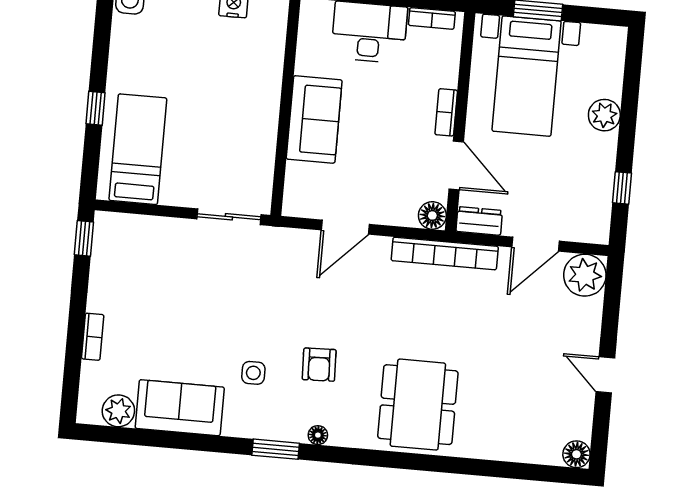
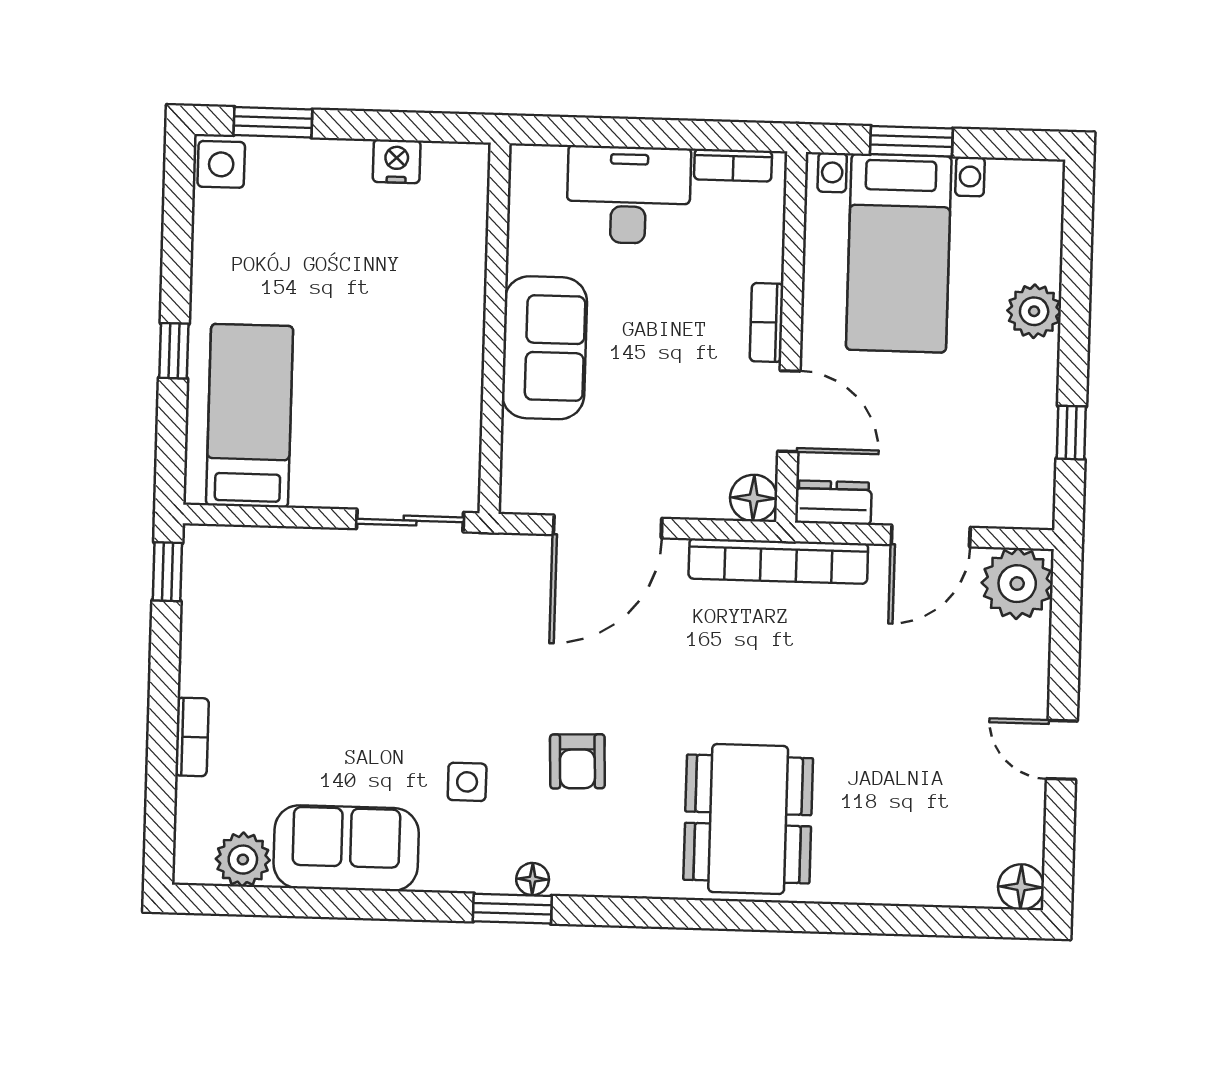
door: (345, 227) -> (608, 526), width x1.36
floor lamp: (318, 435) -> (533, 879), moved

